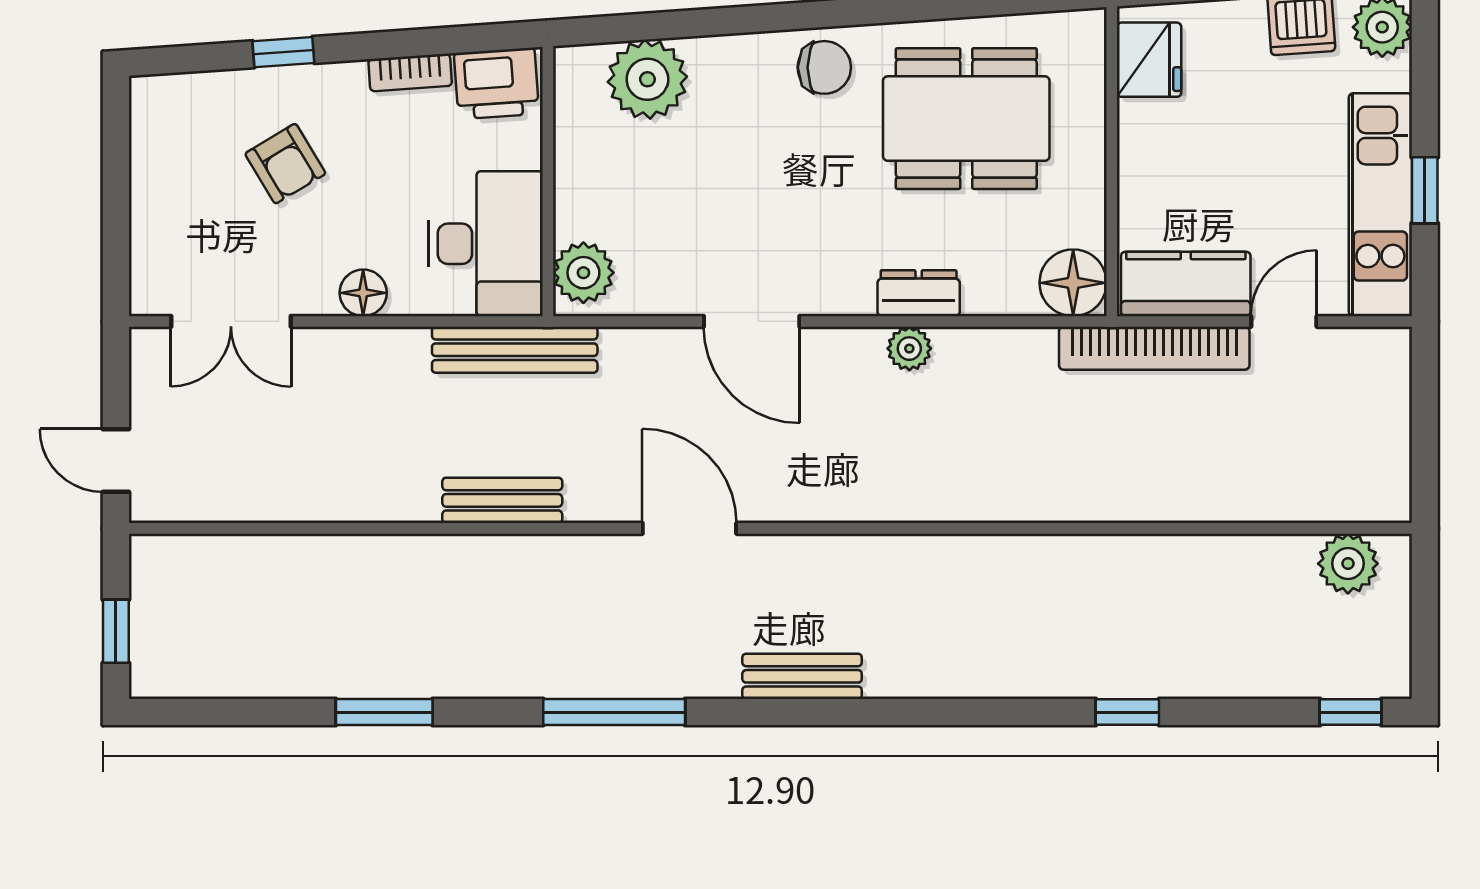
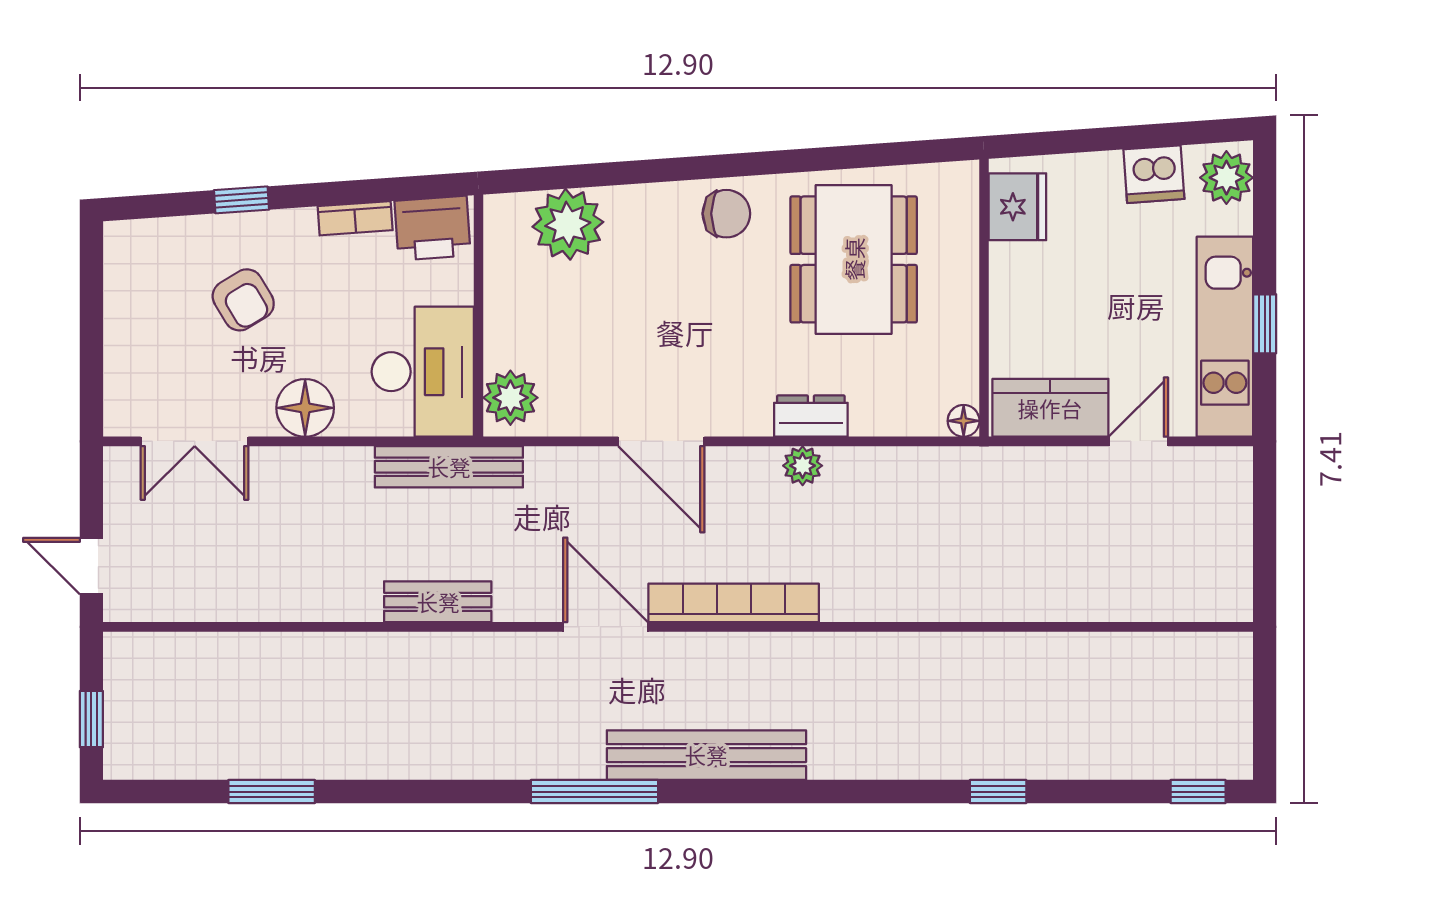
dining table: (966, 119) -> (854, 259), turned 90
floor lamp: (1073, 283) -> (964, 421), width x0.53, depth x0.53
floor lamp: (363, 293) -> (305, 408), width x1.38, depth x1.38
bookcase: (1154, 348) -> (734, 603), moved, turned 180
plant: (1348, 564) -> (1196, 658), removed
bench: (802, 676) -> (706, 755), width x1.86, depth x1.21
window: (384, 712) -> (272, 792), moved
window: (614, 712) -> (594, 792), moved

